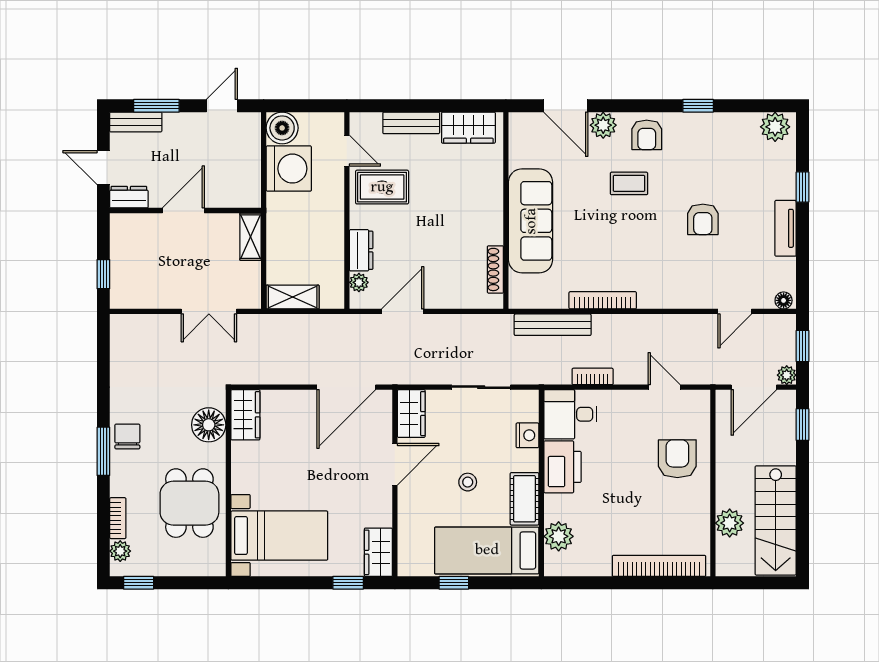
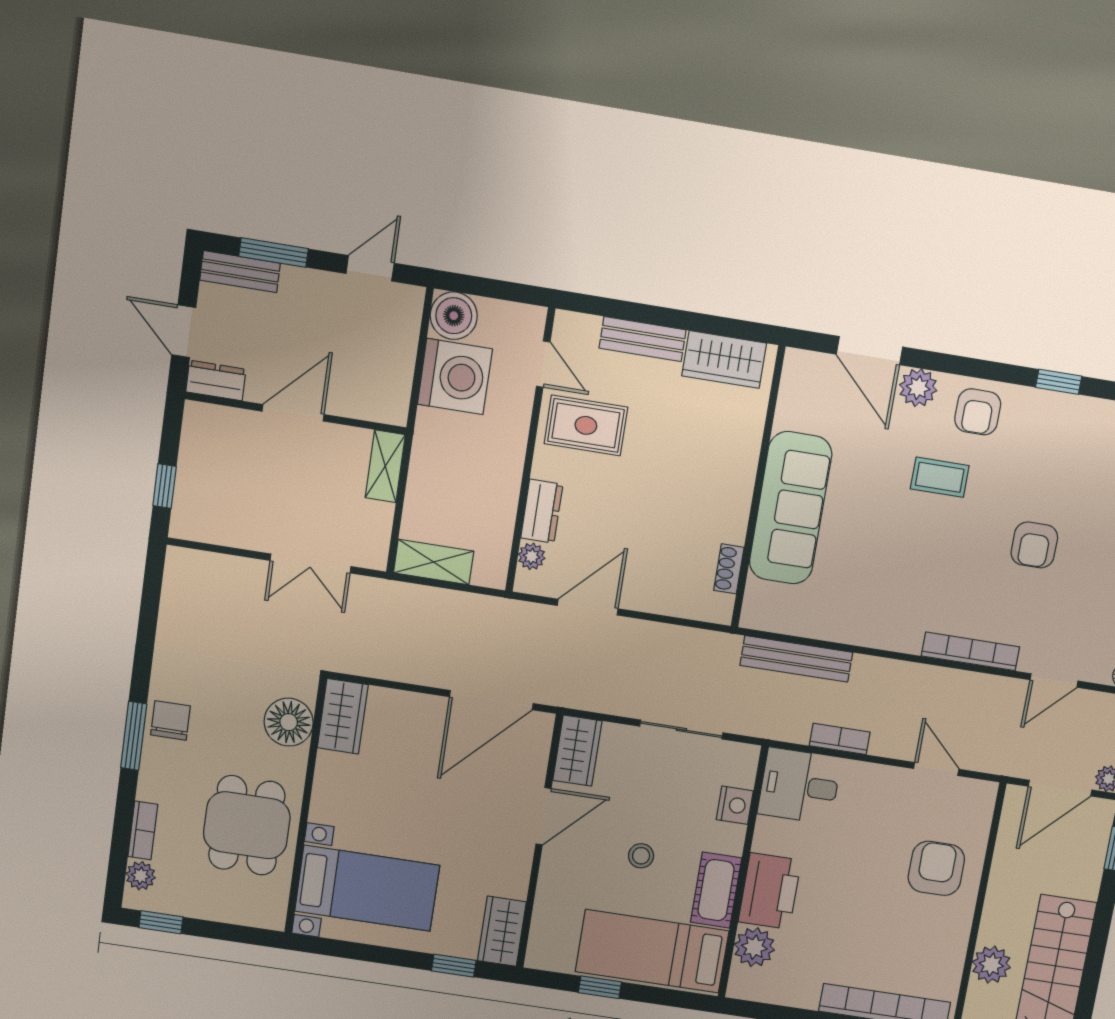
shoe rack: (495, 269) -> (729, 569), width x0.70
bookcase: (603, 300) -> (970, 651), moved
printer: (562, 467) -> (770, 891), moved

